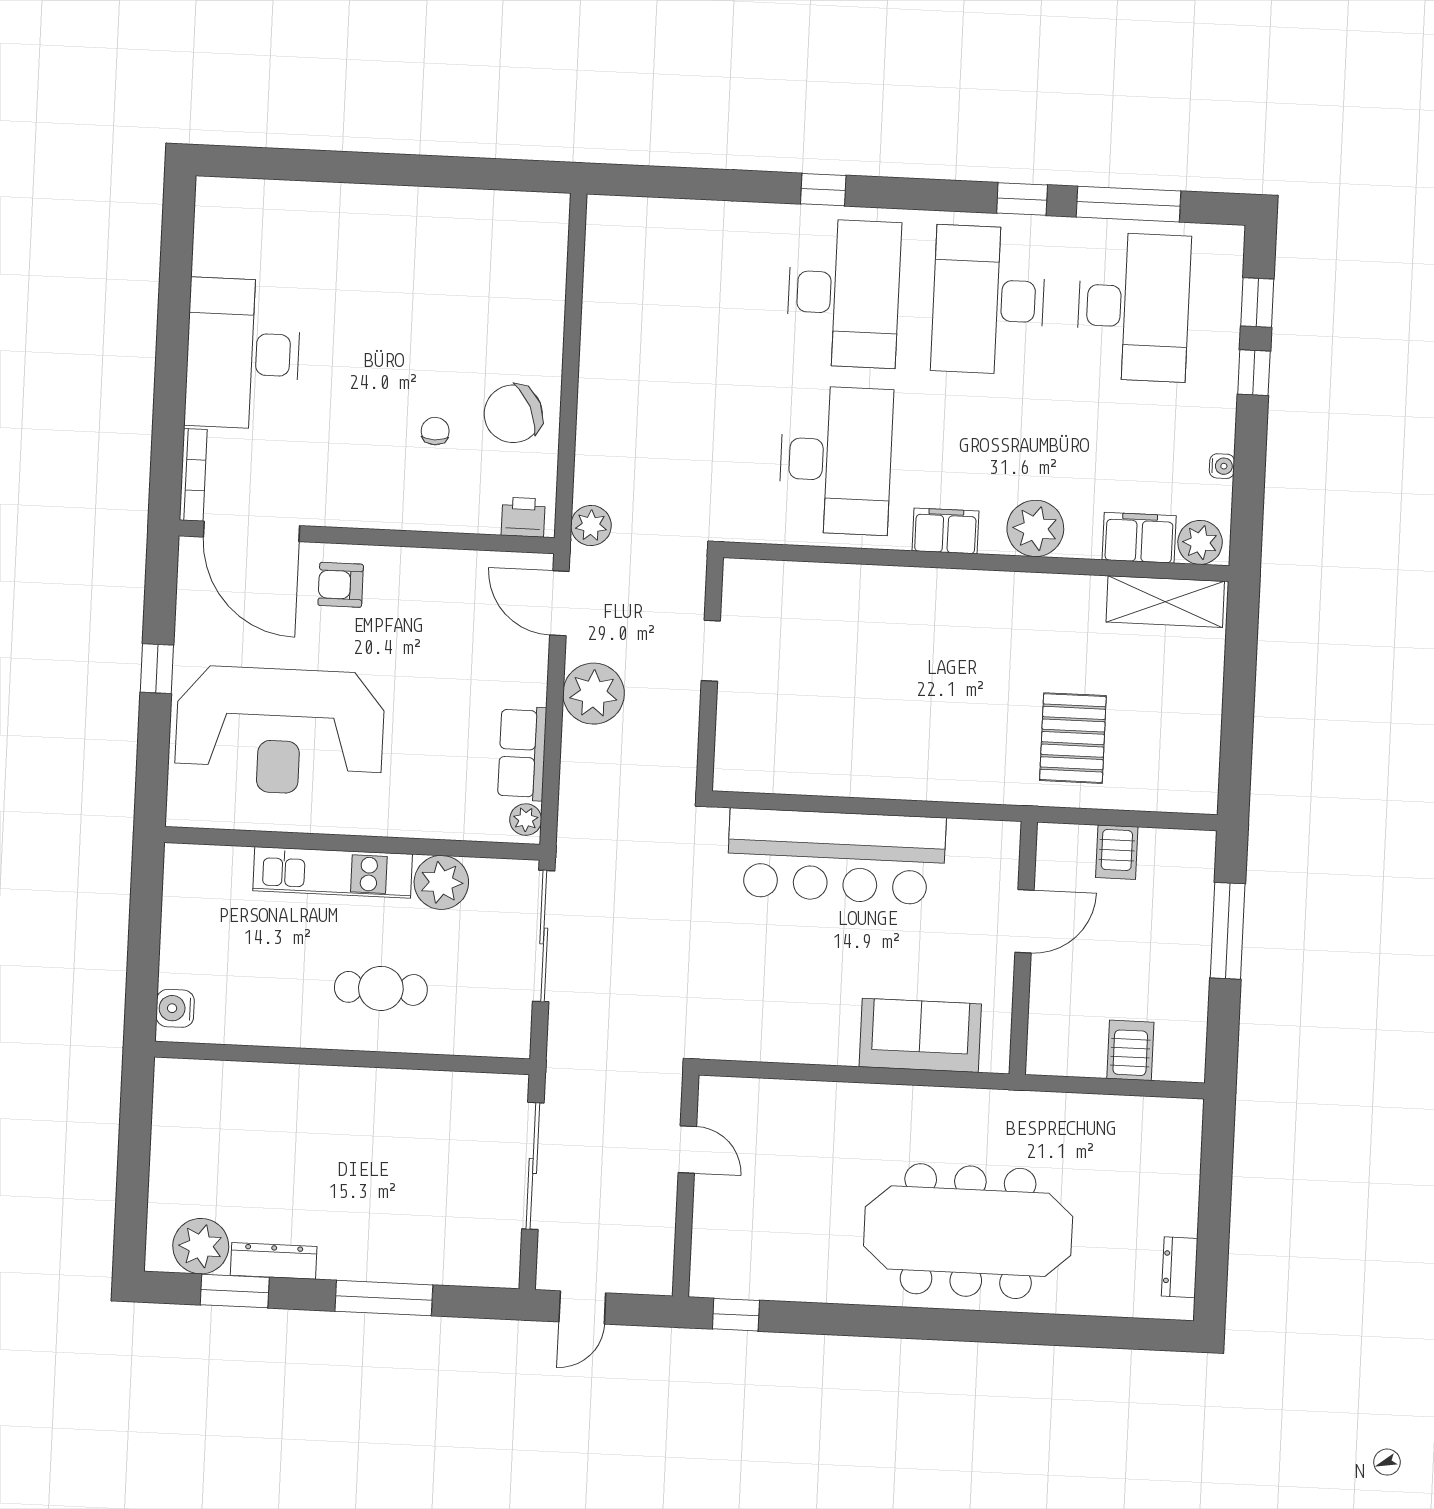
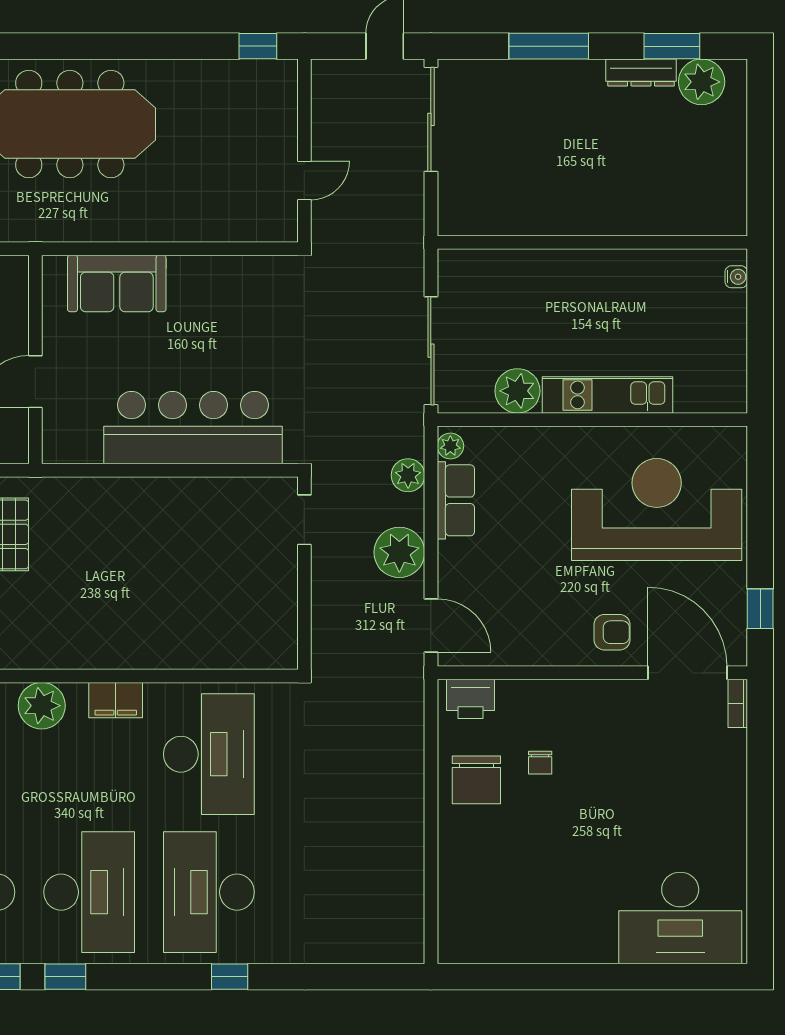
desk: (243, 354) -> (680, 918), moved, turned 90
chair: (513, 414) -> (476, 780), turned 115
desk: (836, 460) -> (209, 754), turned 180
bookcase: (193, 475) -> (738, 703), width x0.64
printer: (523, 517) -> (471, 699), width x1.36, depth x1.24
plant: (591, 526) -> (408, 475), moved
doorway: (711, 651) -> (304, 520), moved
window: (157, 669) -> (760, 609), moved
cafe table: (381, 988) -> (563, 301), removed
water cooler: (175, 1008) -> (736, 277), width x0.72, depth x0.72
door: (687, 1149) -> (304, 180), swing flipped
sliding door: (533, 1166) -> (431, 119), moved

